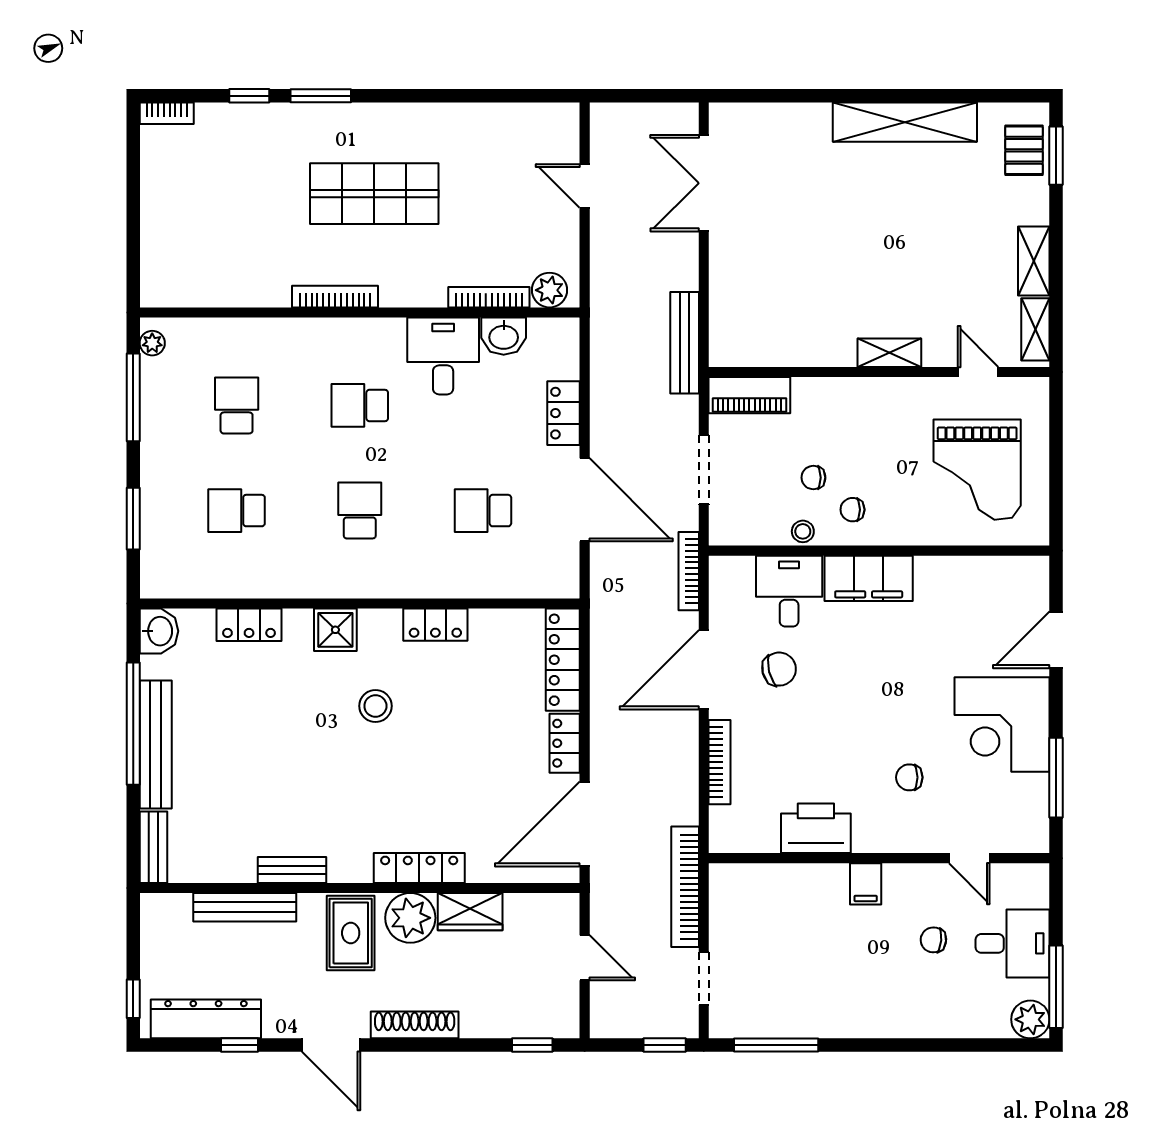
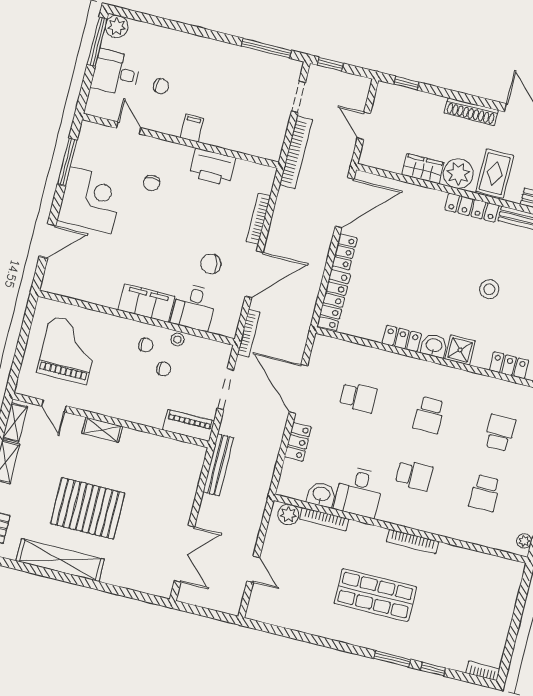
pallet: (881, 218) -> (88, 508), added
school desk: (237, 511) -> (500, 433), turned -90
washbasin: (380, 626) -> (434, 346), added
stool: (375, 706) -> (489, 289), moved
chair: (909, 777) -> (151, 183), turned 90
locker: (419, 868) -> (472, 208), moved

